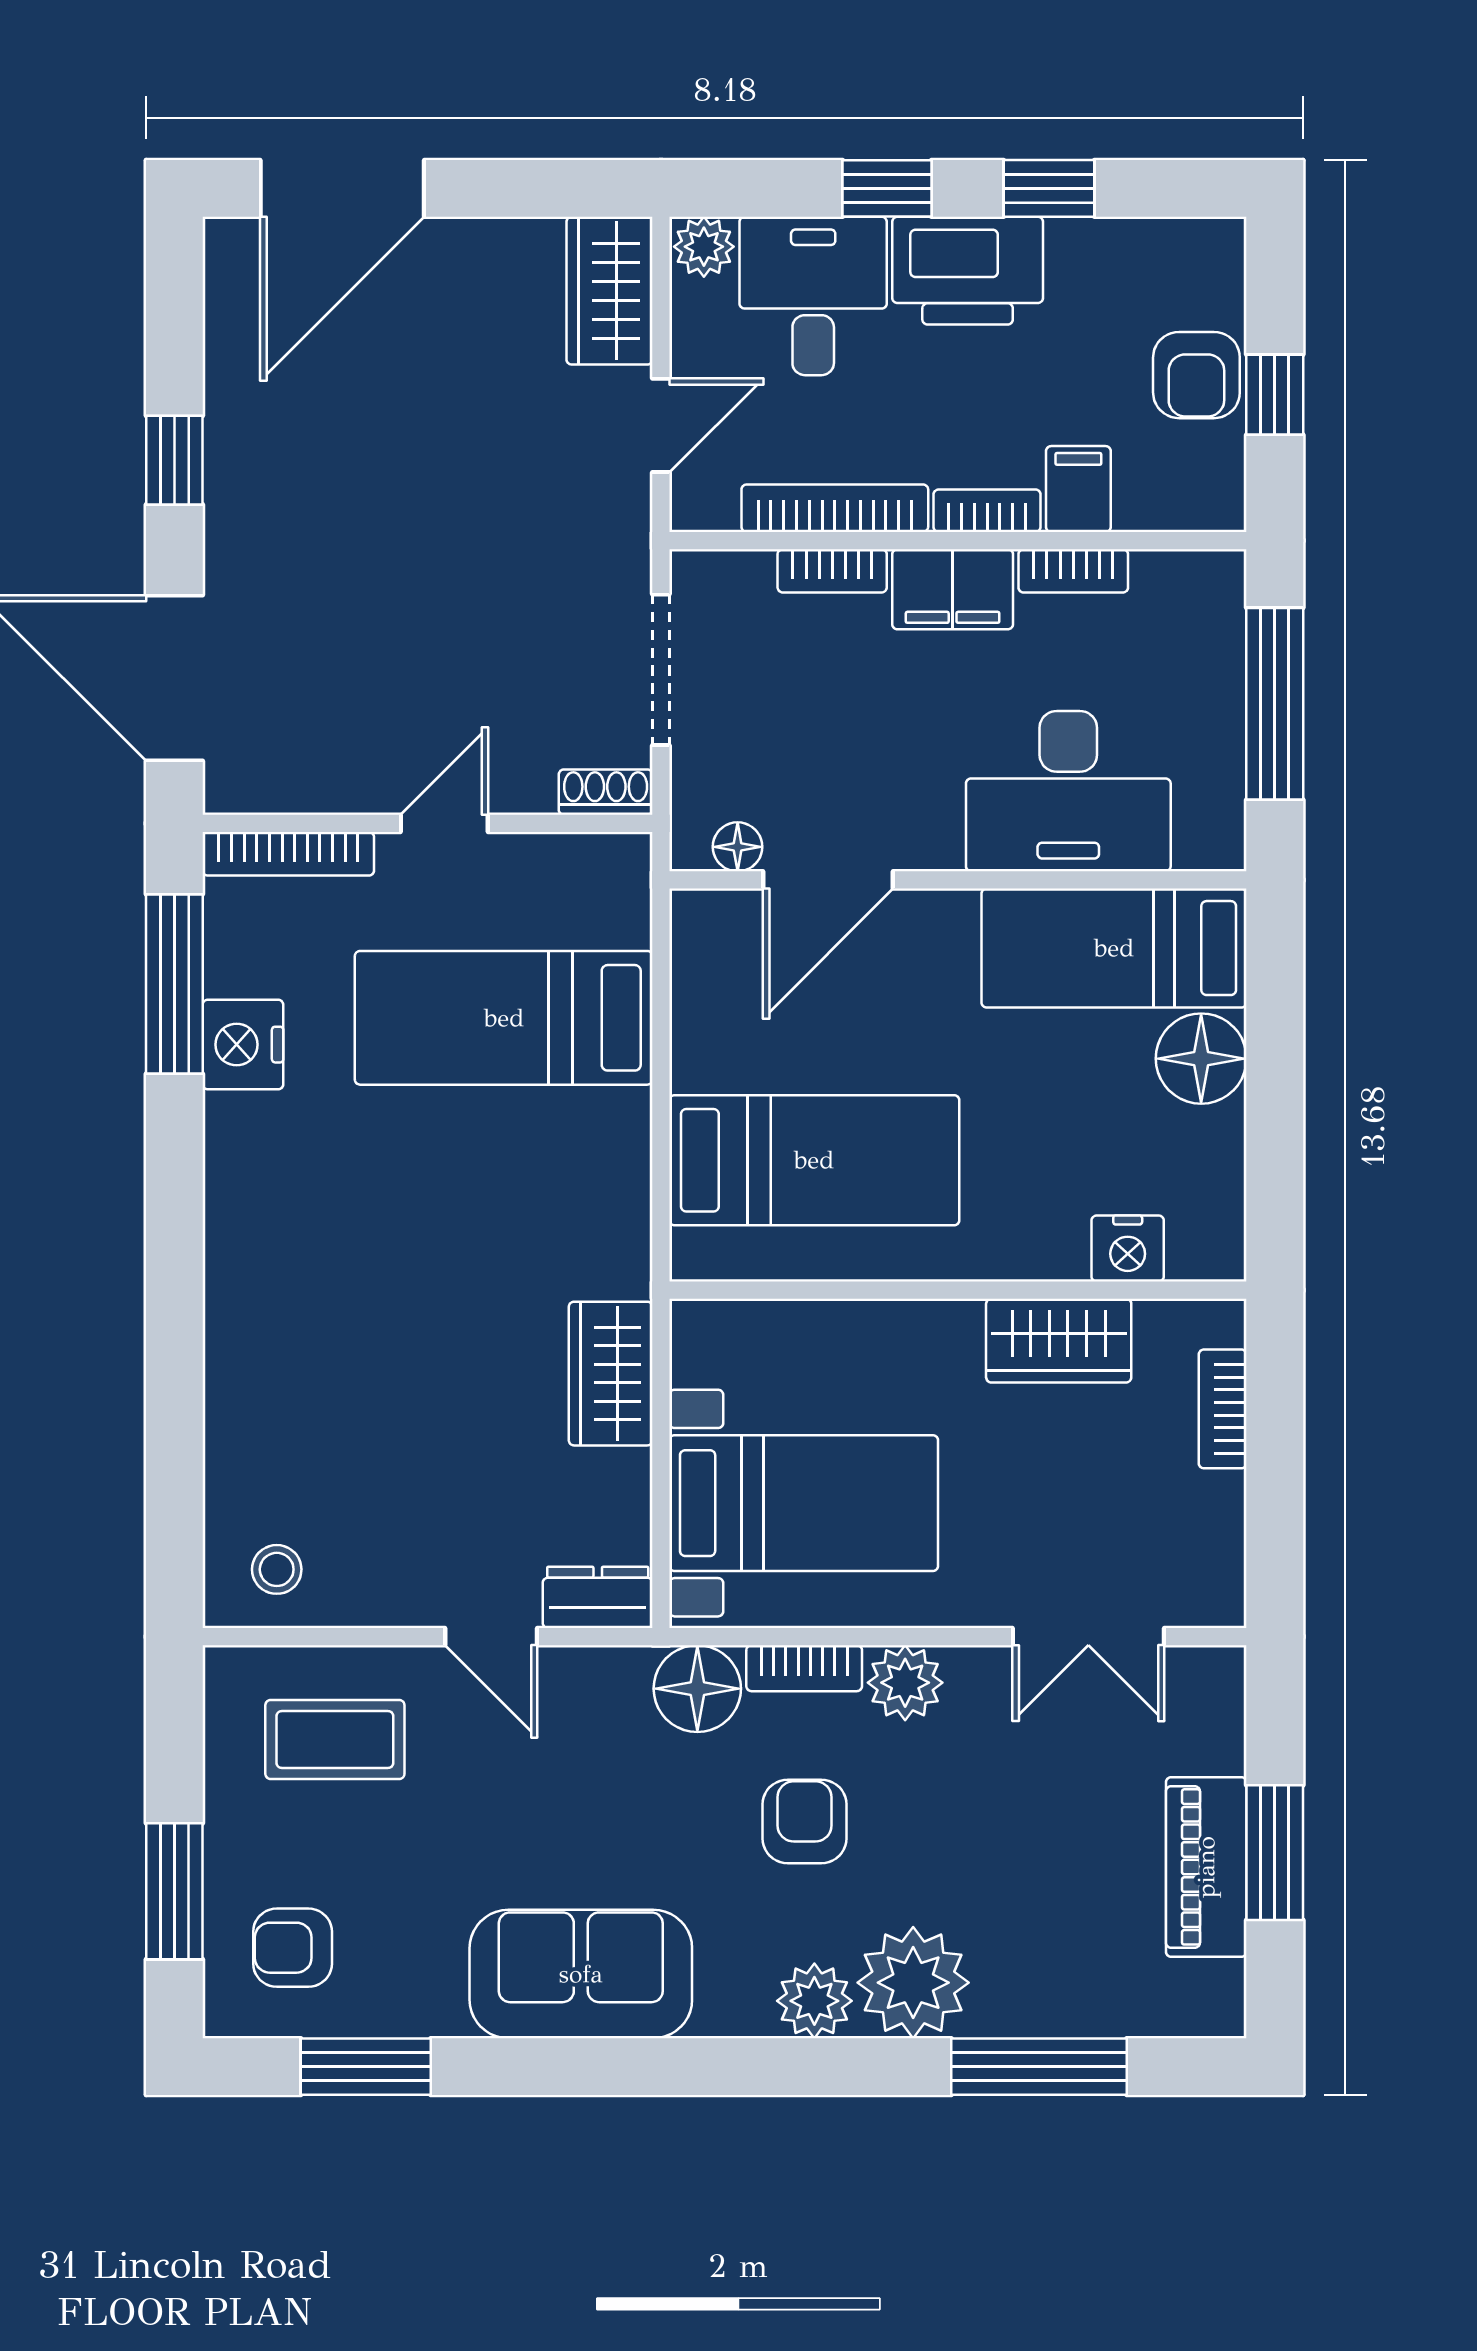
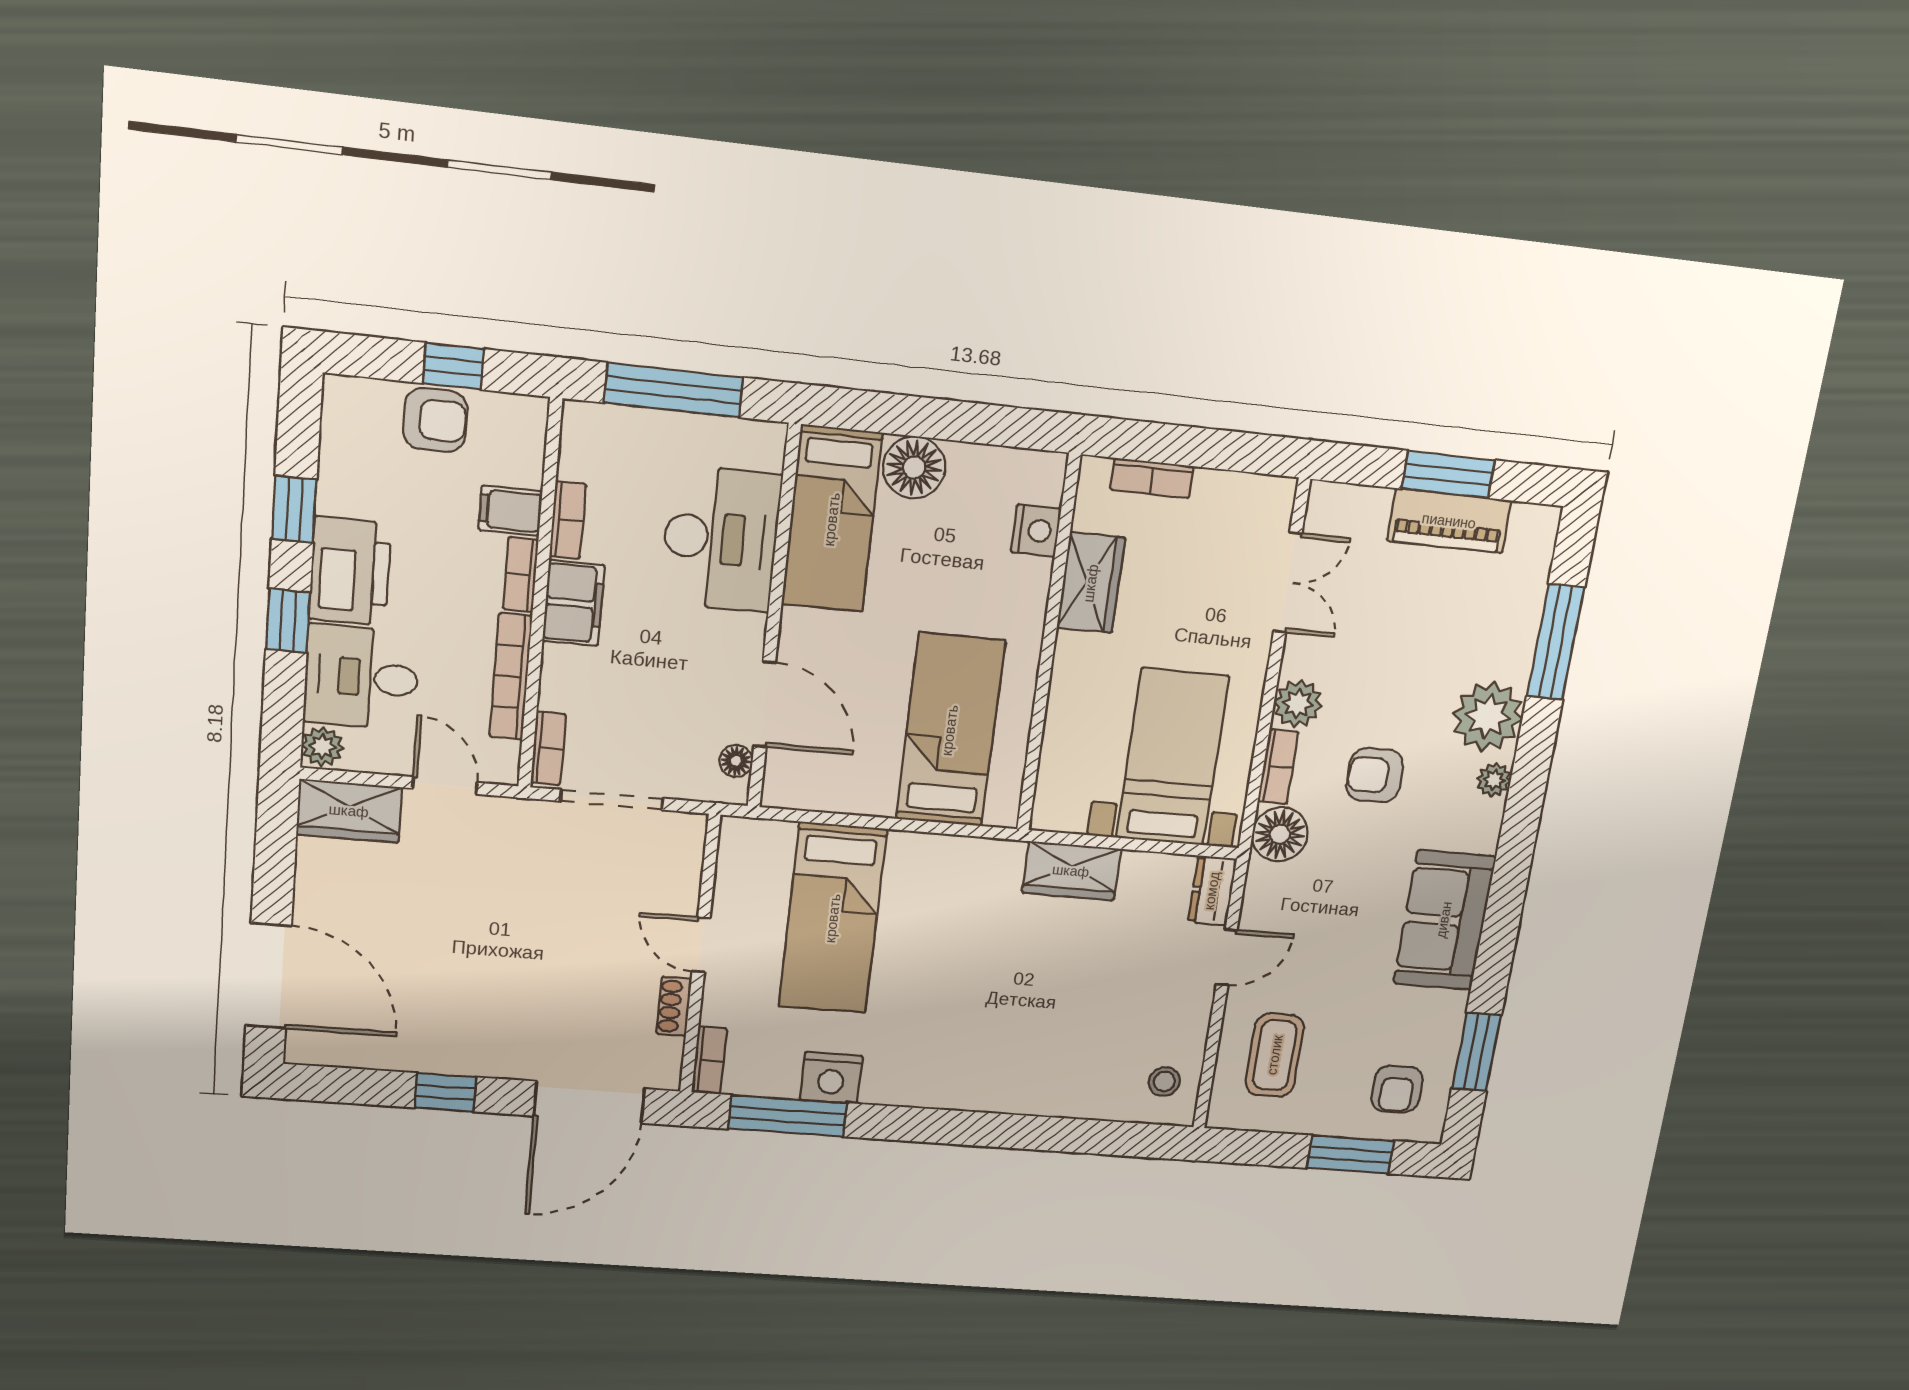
bookcase: (832, 571) -> (548, 748), moved
shoe rack: (606, 792) -> (674, 1006), moved
bookcase: (288, 854) -> (709, 1060), width x0.64
plant: (814, 2001) -> (1494, 780), width x0.73, depth x0.73

